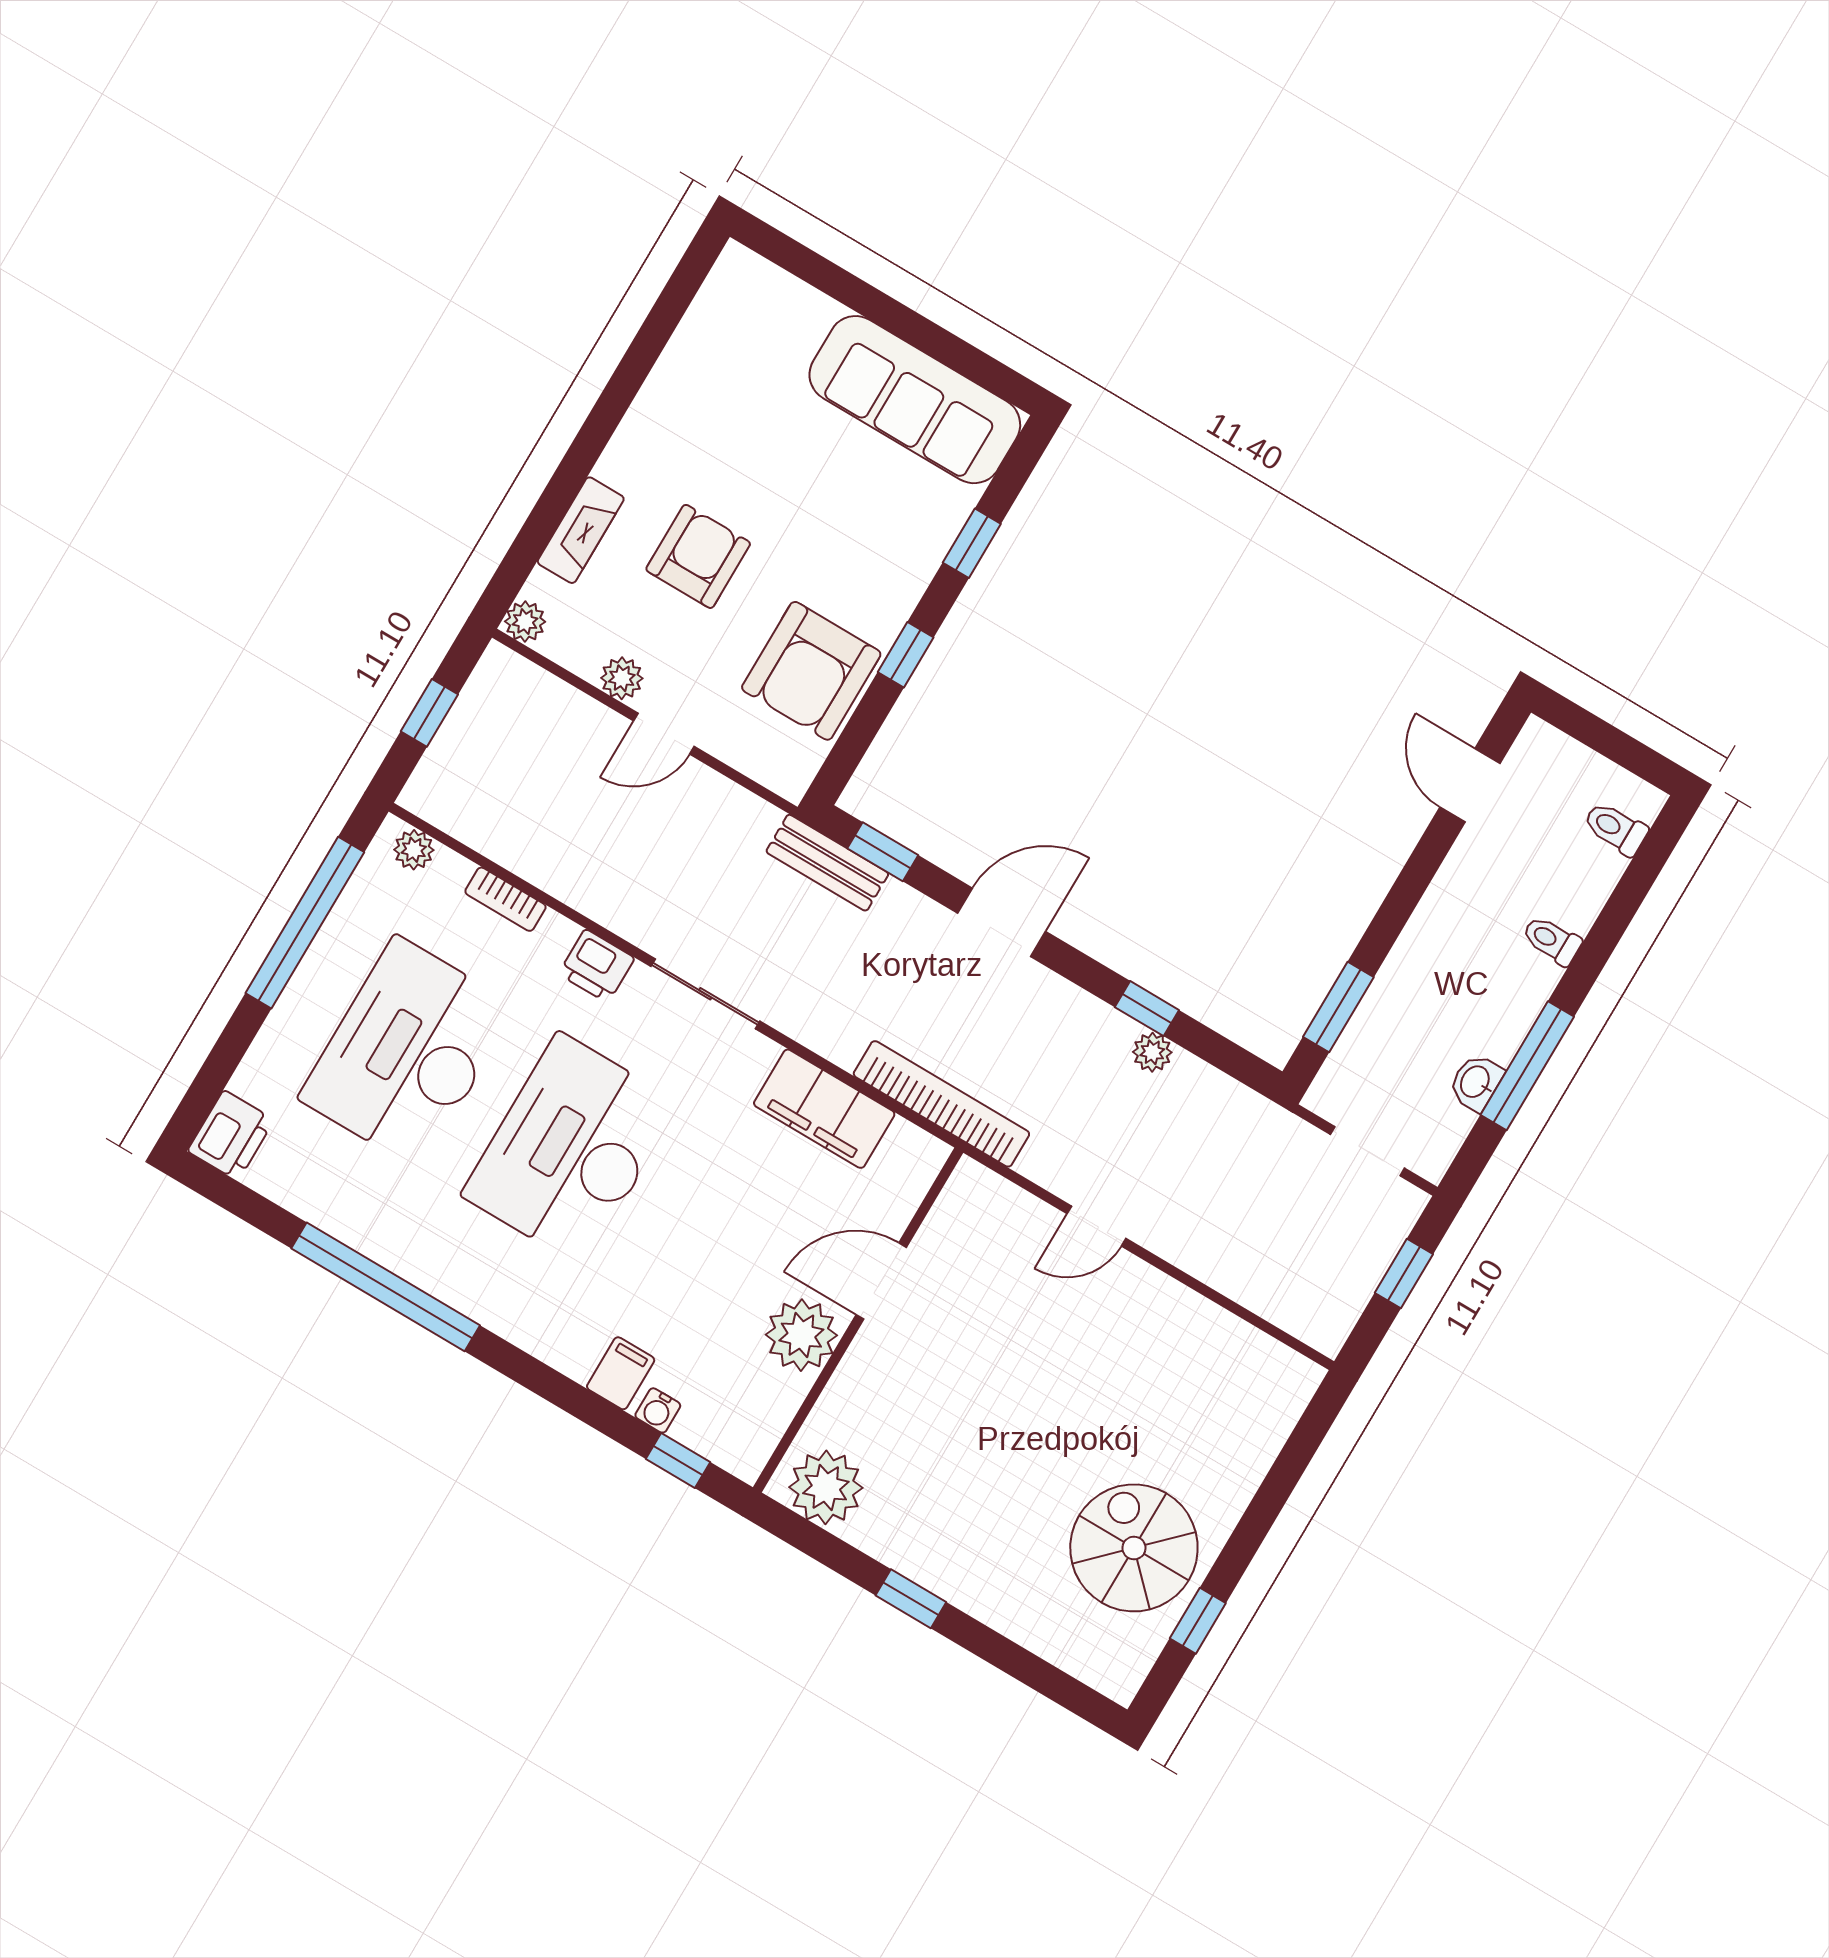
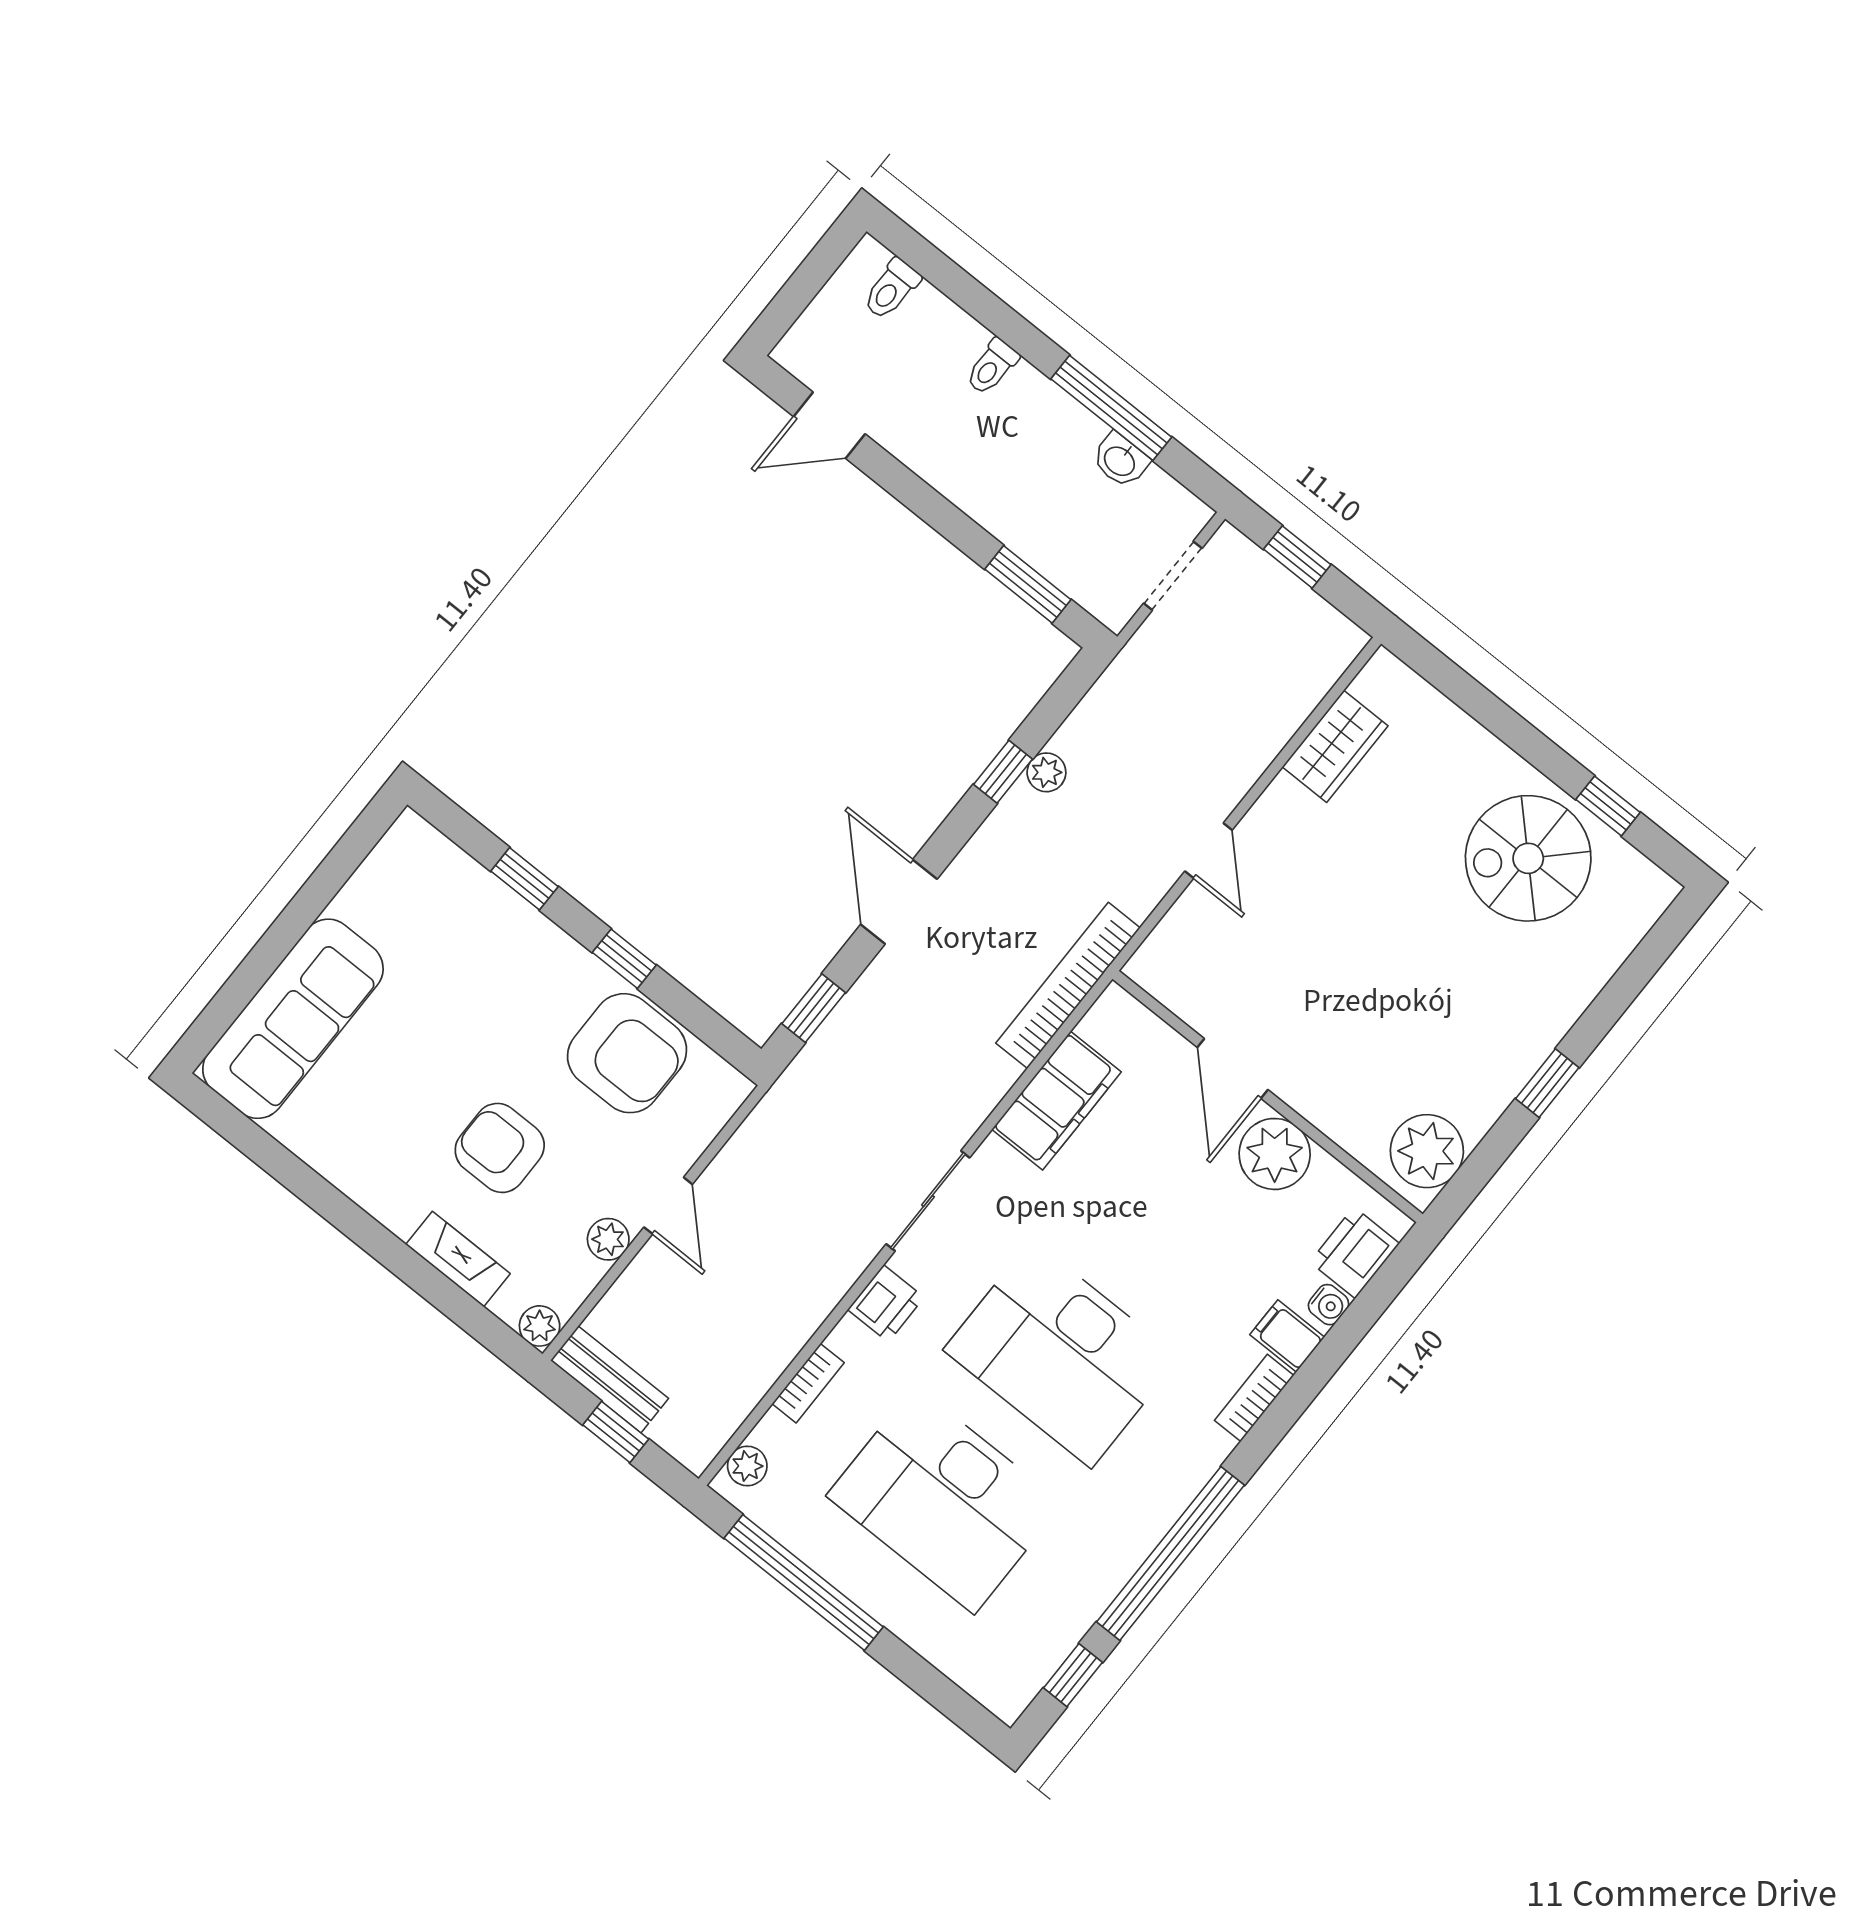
sofa: (915, 400) -> (293, 1019), moved
bench: (827, 863) -> (610, 1379), moved, turned 90
printer: (231, 1135) -> (1355, 1253), moved, turned -90
wardrobe: (1219, 1338) -> (1335, 746), added
bookcase: (554, 1349) -> (1254, 1398), added
window: (678, 1460) -> (1073, 1675), moved

